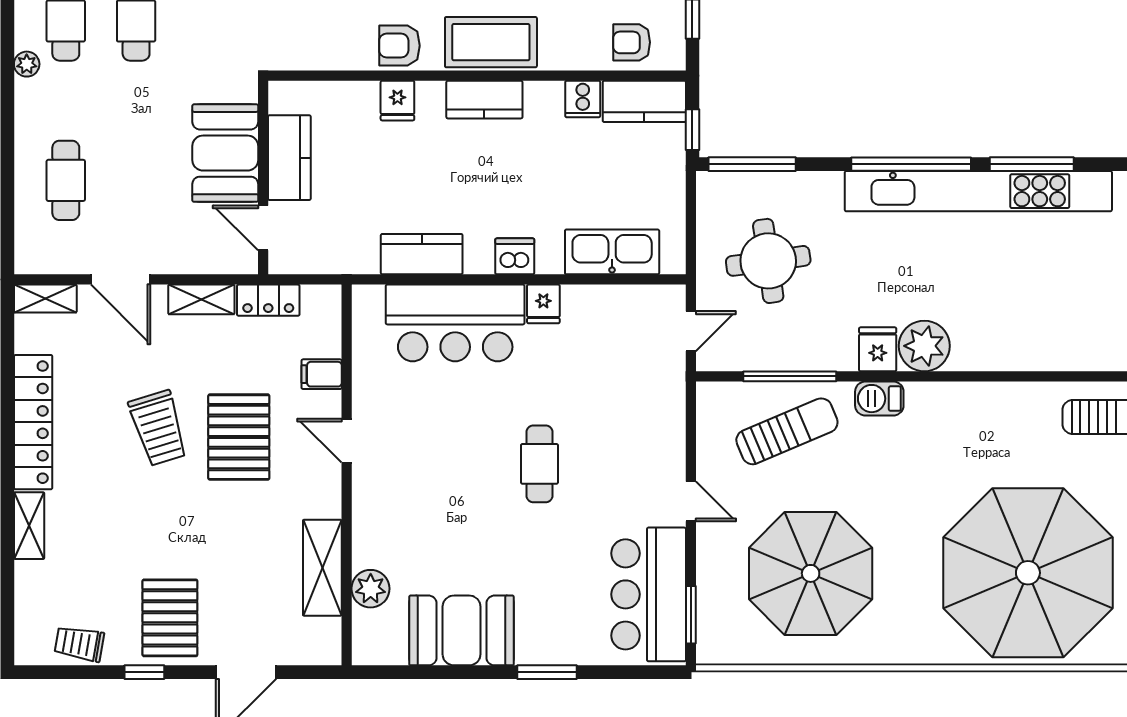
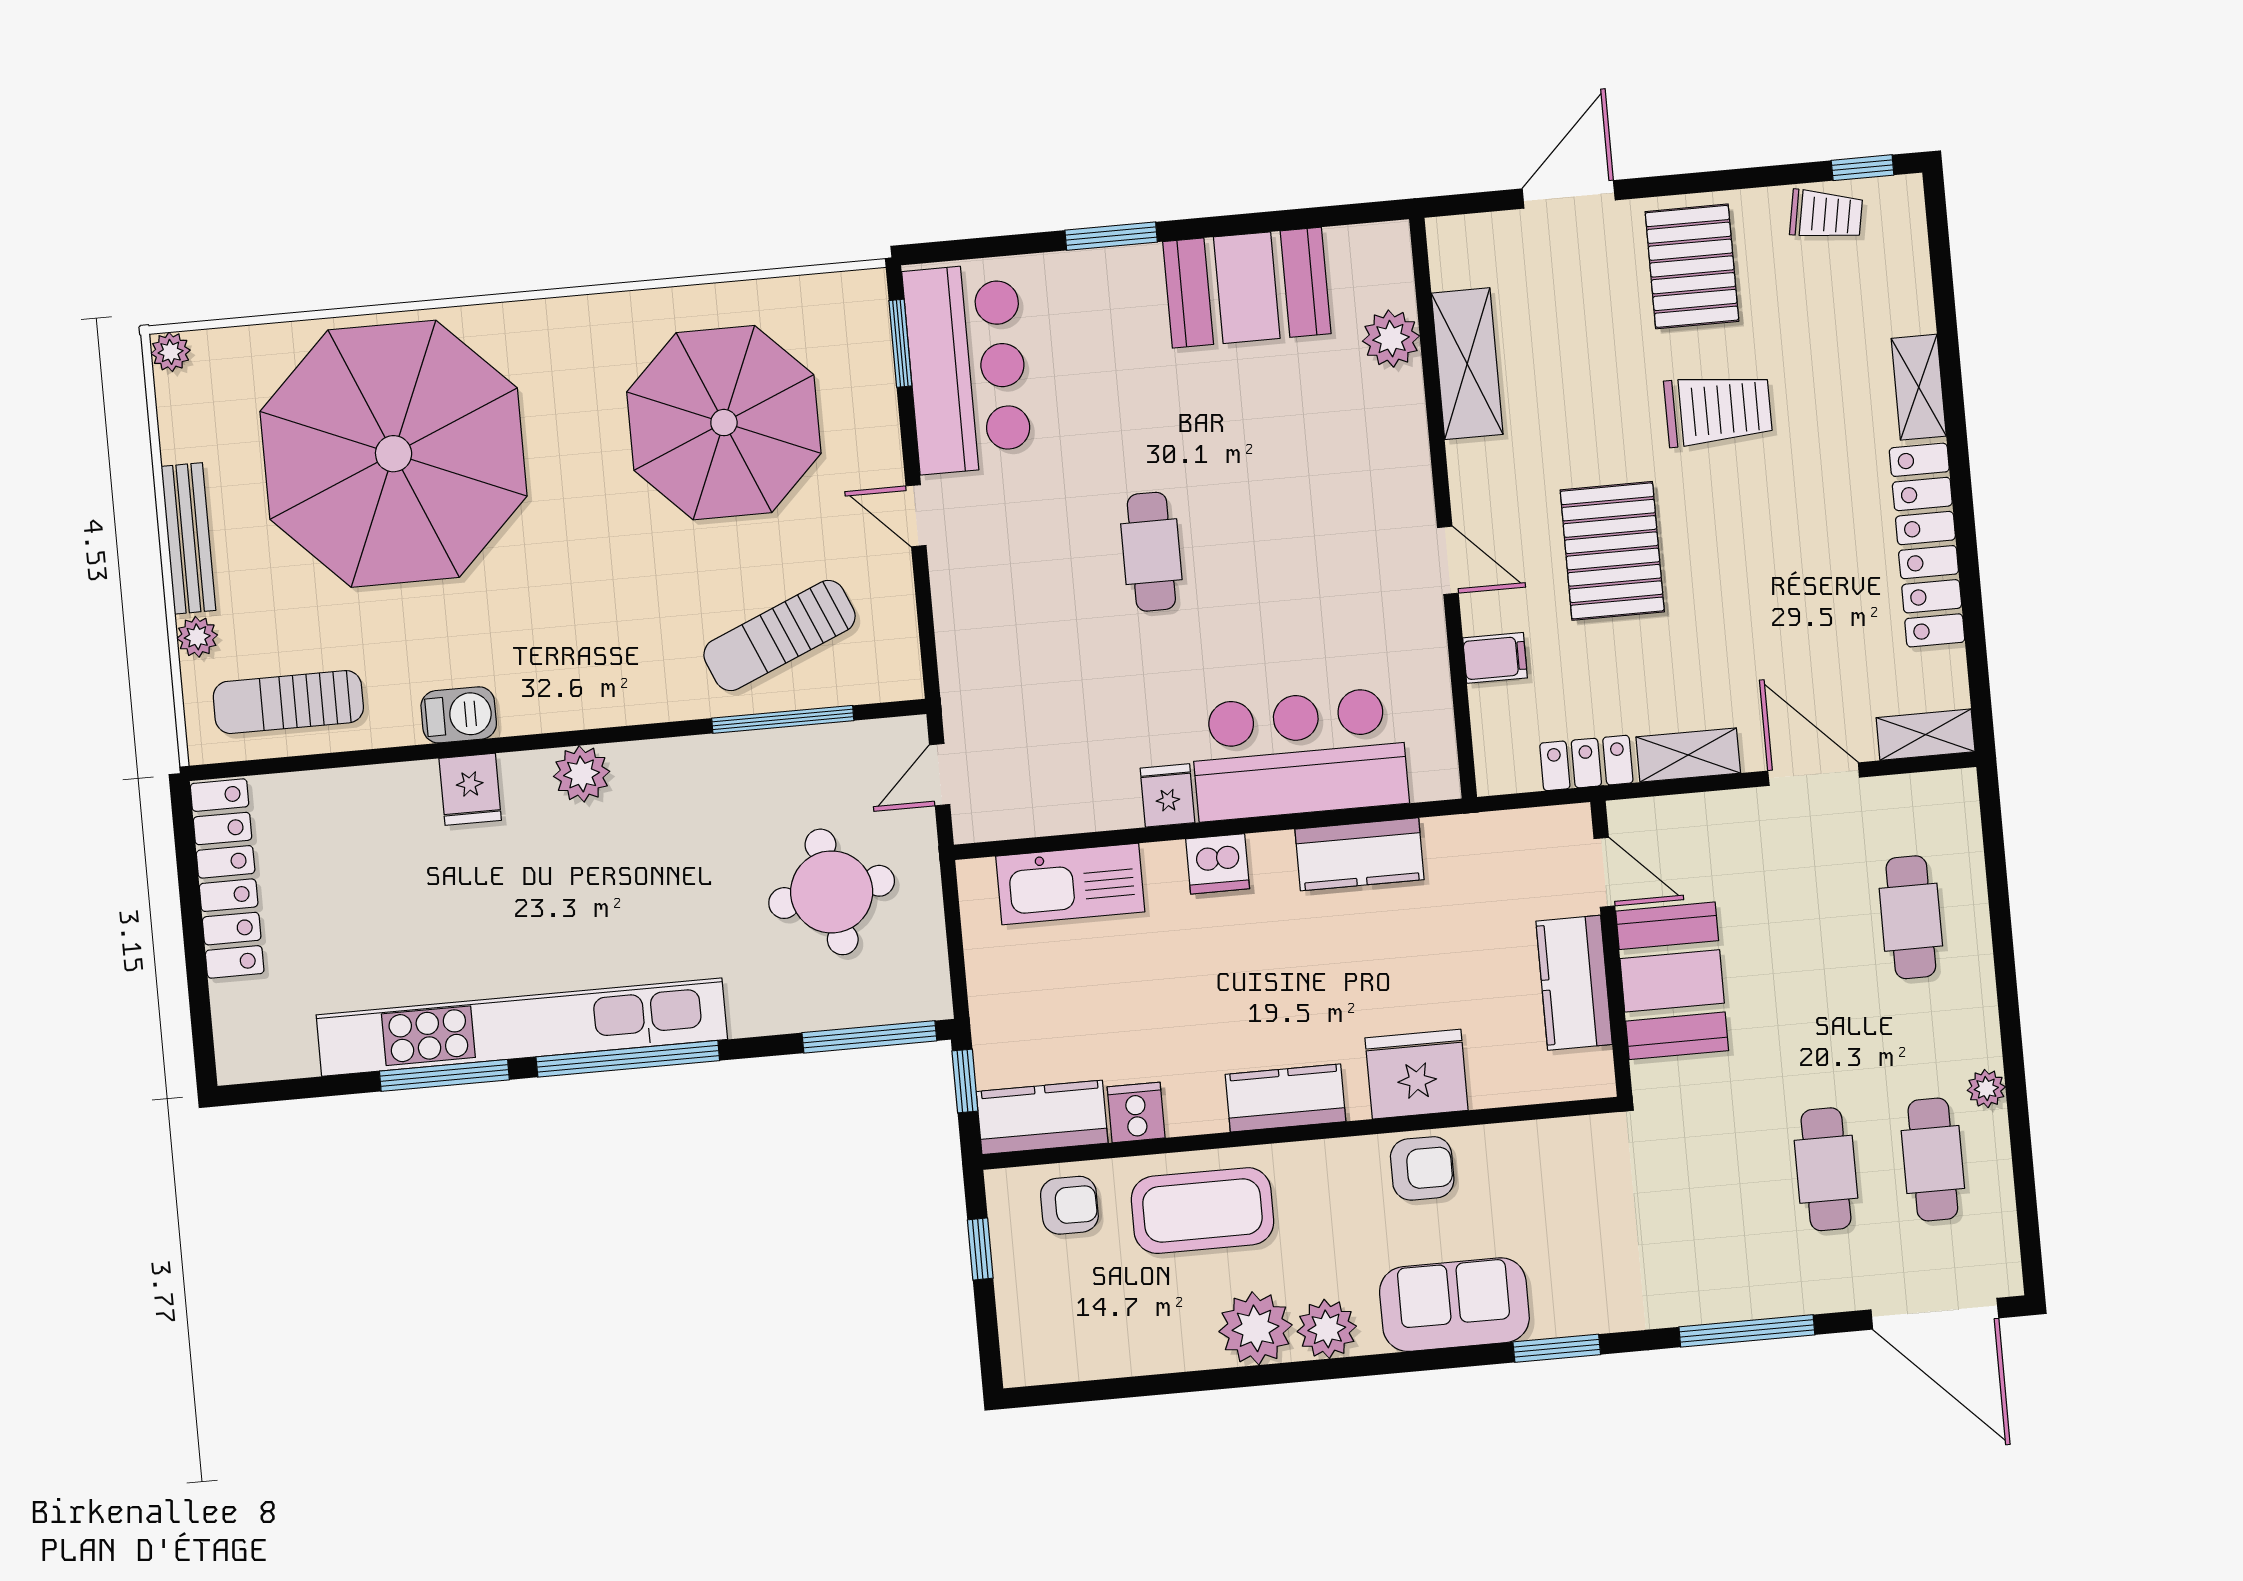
coffee table: (491, 42) -> (1202, 1211), moved
fridge: (397, 101) -> (1417, 1074), width x1.88, depth x1.34
plant: (924, 346) -> (582, 774), width x0.73, depth x0.73
fridge: (878, 349) -> (470, 789), moved
barbecue: (879, 399) -> (459, 715), moved
trolley: (158, 428) -> (1718, 410), moved, turned 107
window: (144, 672) -> (1863, 168), moved

